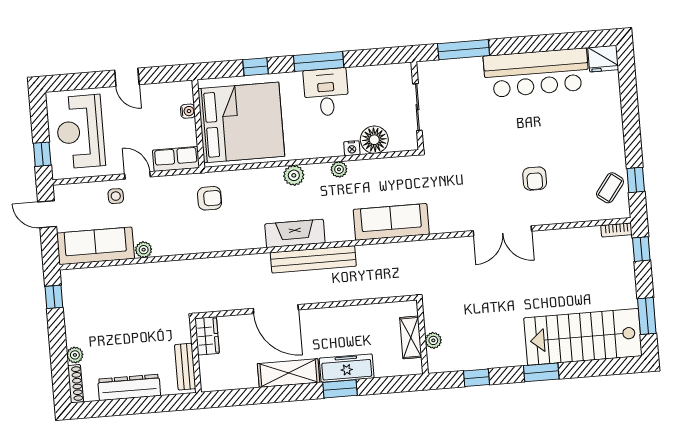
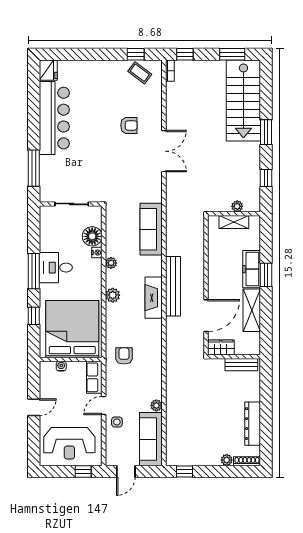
wardrobe: (207, 336) -> (221, 347), moved
wall: (195, 355) -> (234, 357), moved
bench: (185, 367) -> (241, 365), moved

